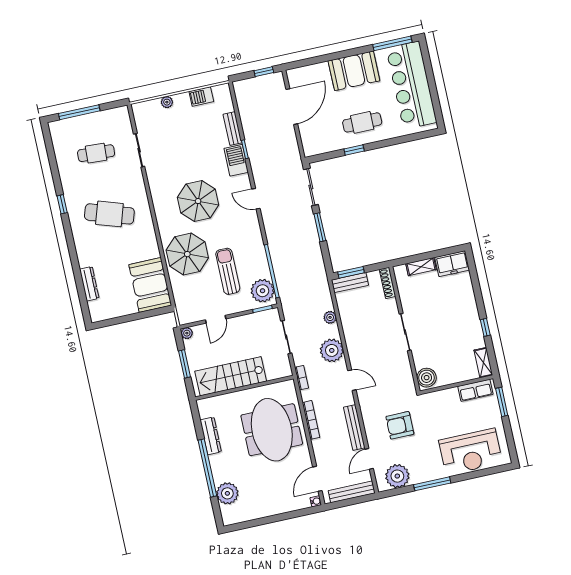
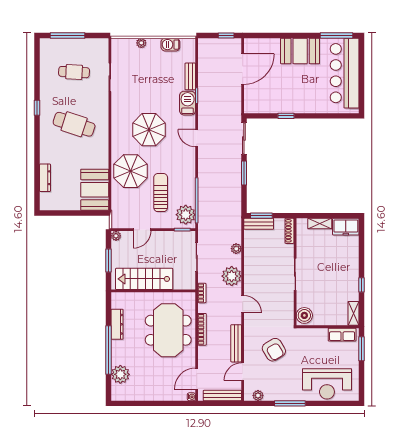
cafe table: (362, 122) -> (298, 95), removed
armchair: (400, 425) -> (274, 350), turned -121
plant: (397, 476) -> (258, 395), width x0.53, depth x0.53

